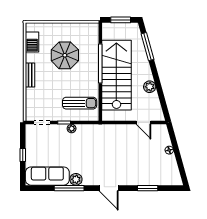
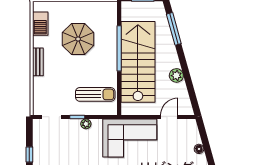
door: (144, 123) -> (169, 117), swing flipped
corner sofa: (109, 141) -> (130, 138), added

